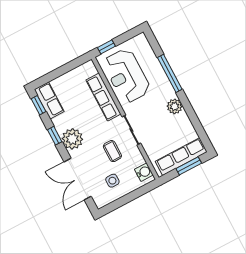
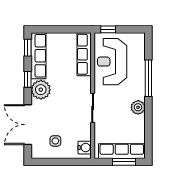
row of seats: (103, 97) -> (84, 54), moved
row of seats: (49, 100) -> (38, 56), width x1.48
coffee table: (112, 151) -> (68, 117), removed

